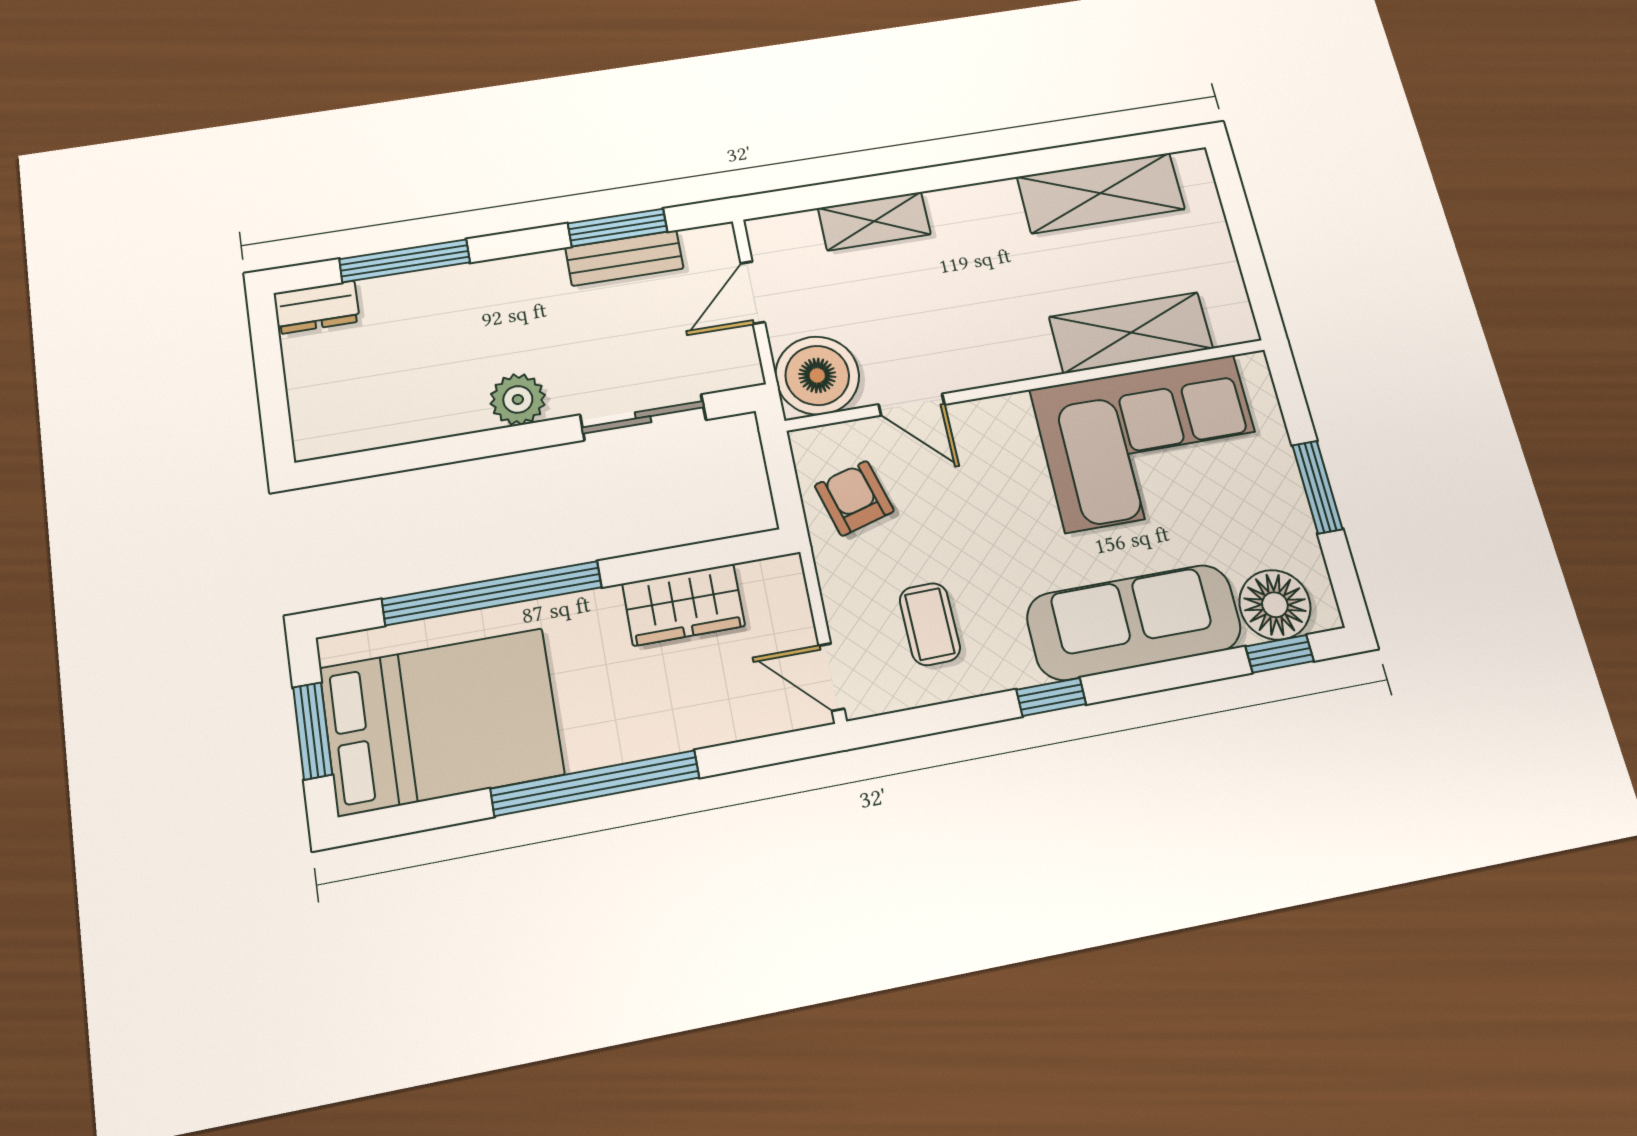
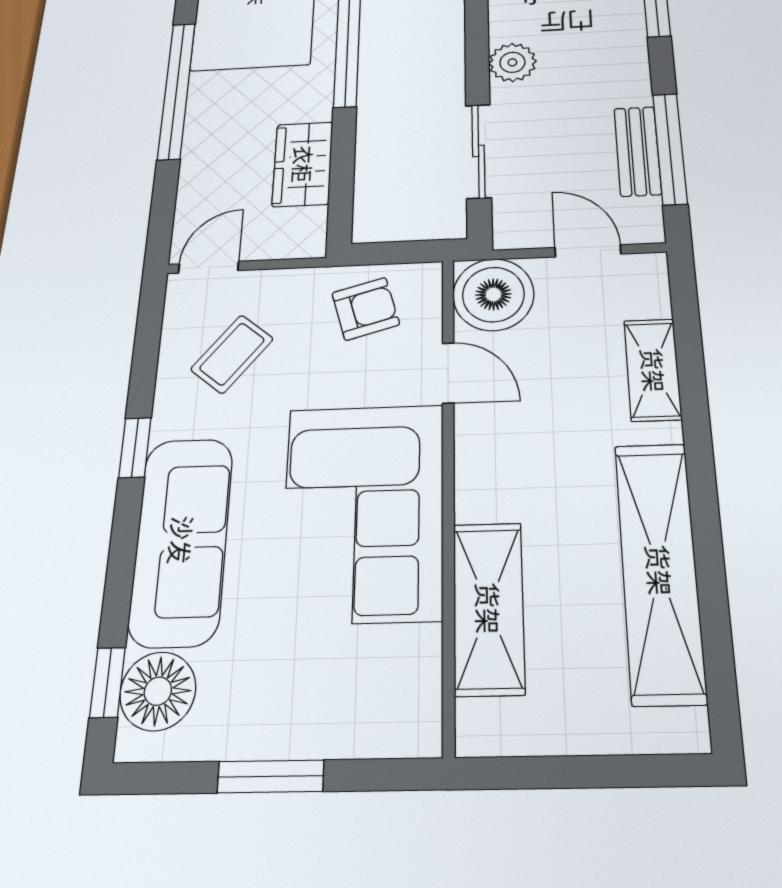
shelving: (1101, 193) -> (659, 570), width x1.47
window: (618, 228) -> (670, 148), width x1.44
door: (912, 405) -> (448, 373), swing flipped
corner sofa: (1151, 443) -> (363, 512), moved
coffee table: (930, 624) -> (232, 354), turned -50

